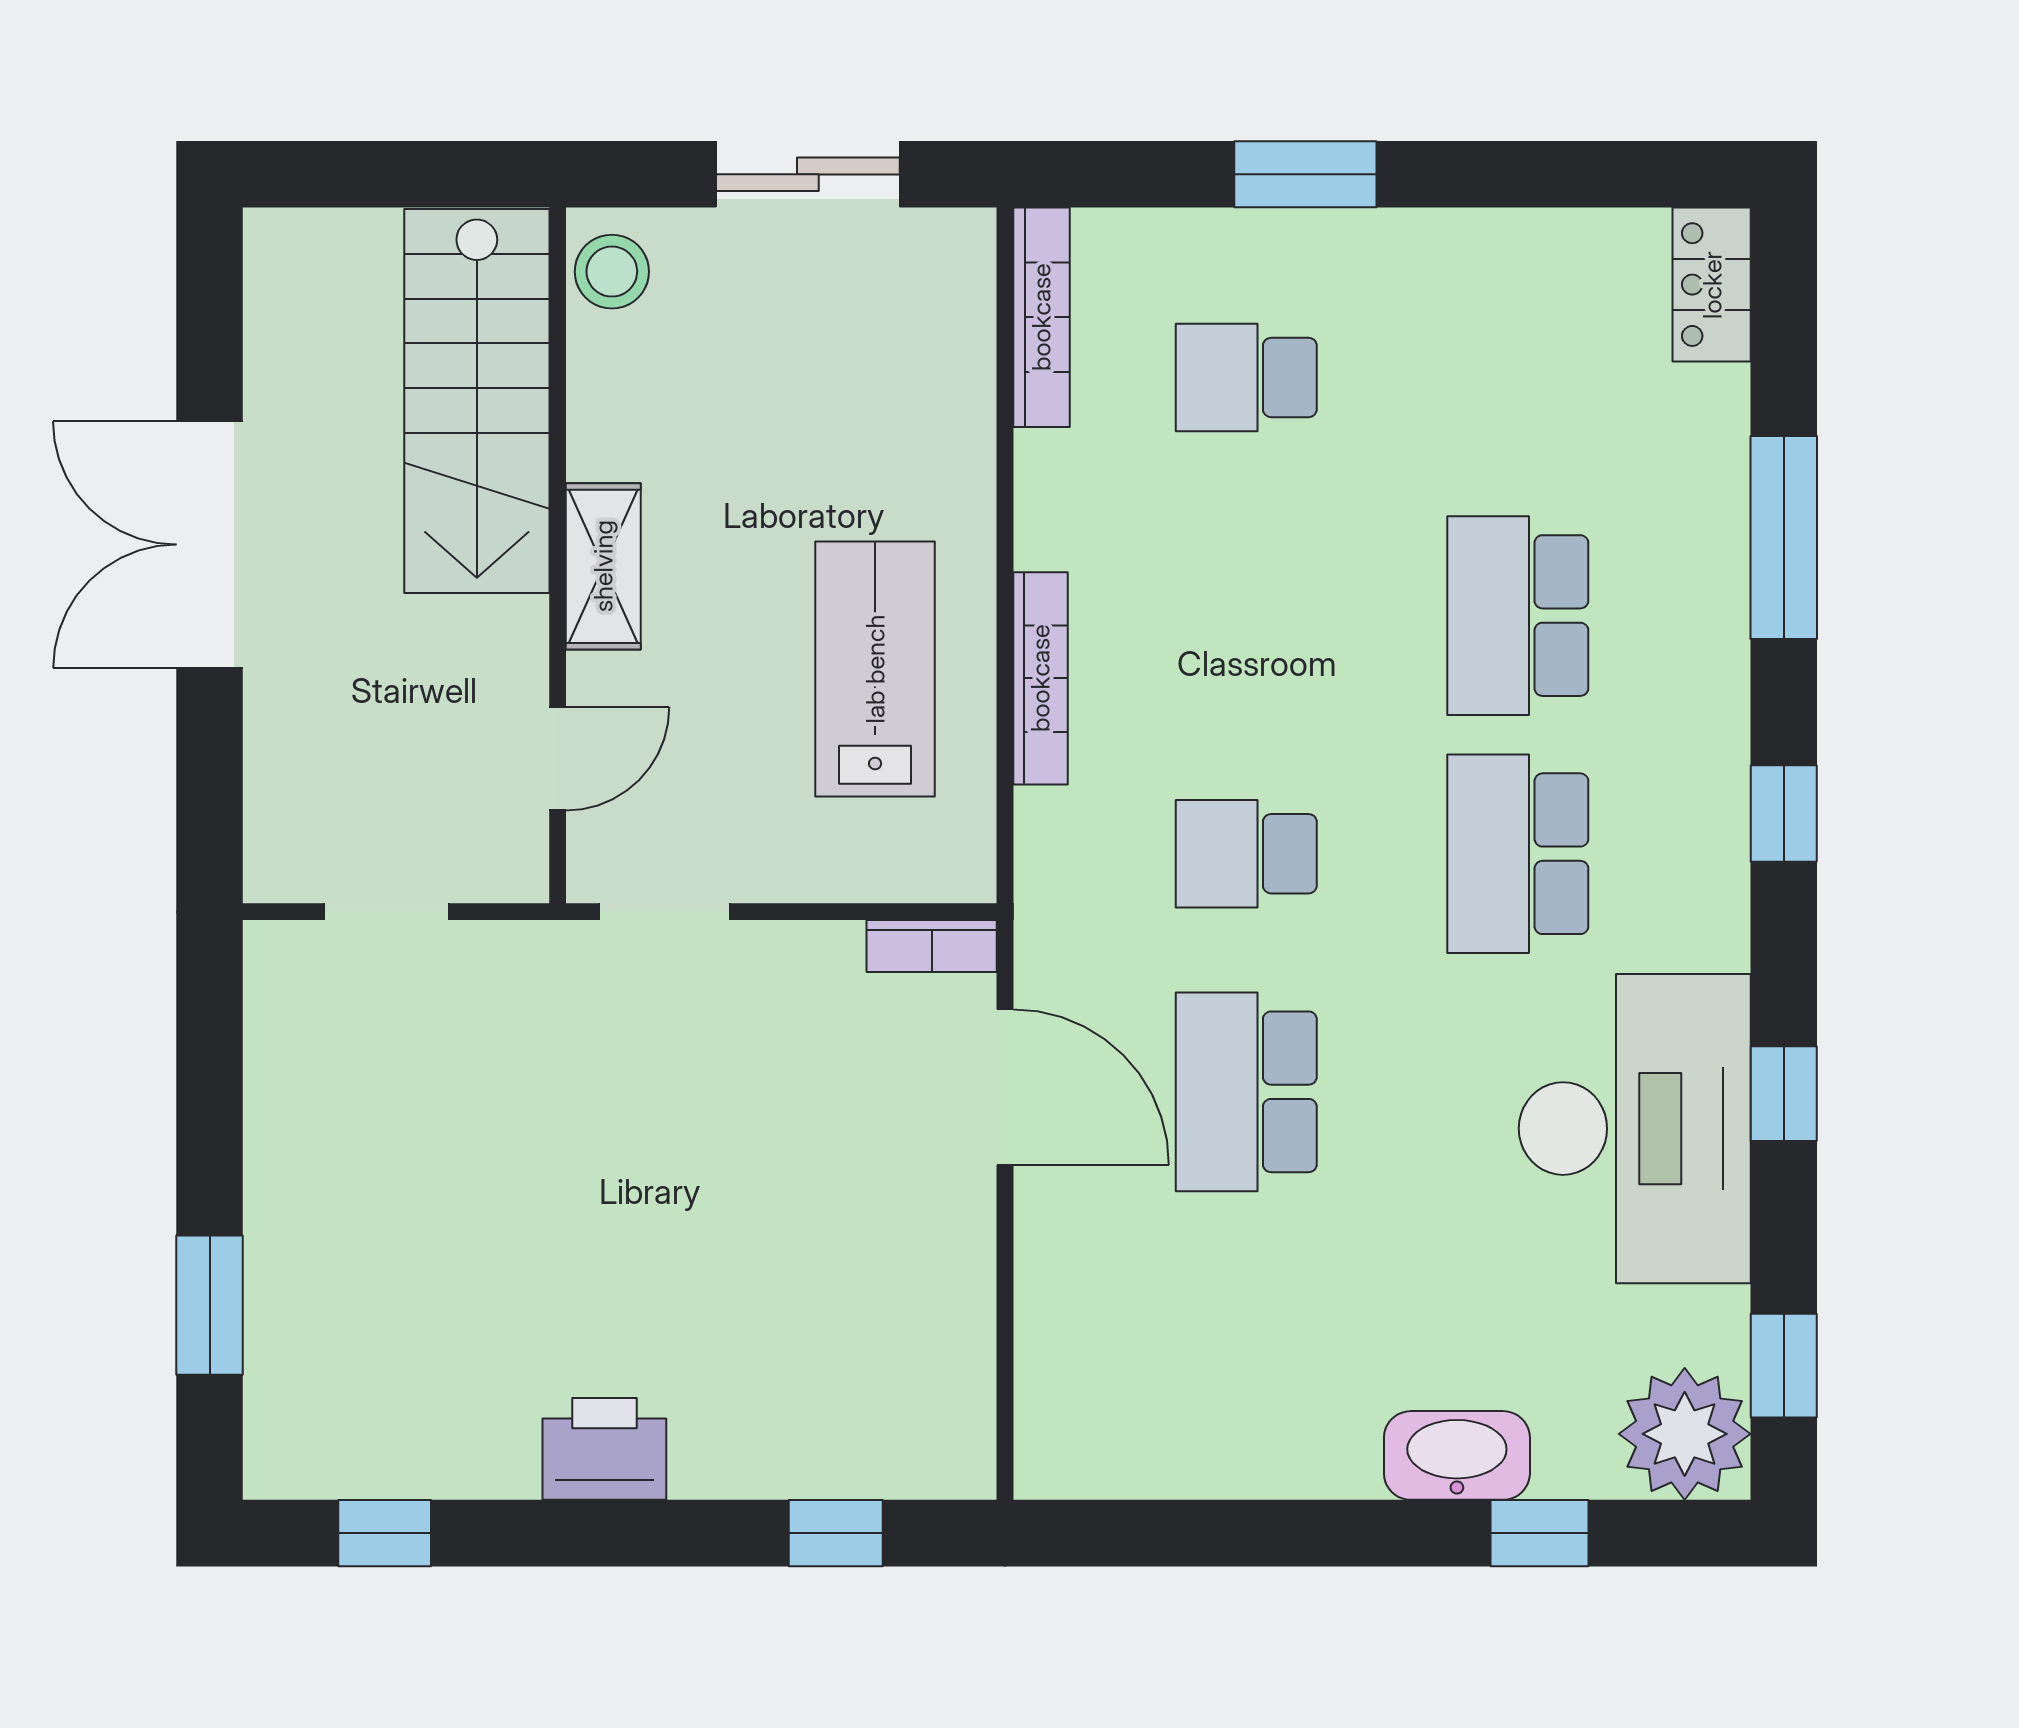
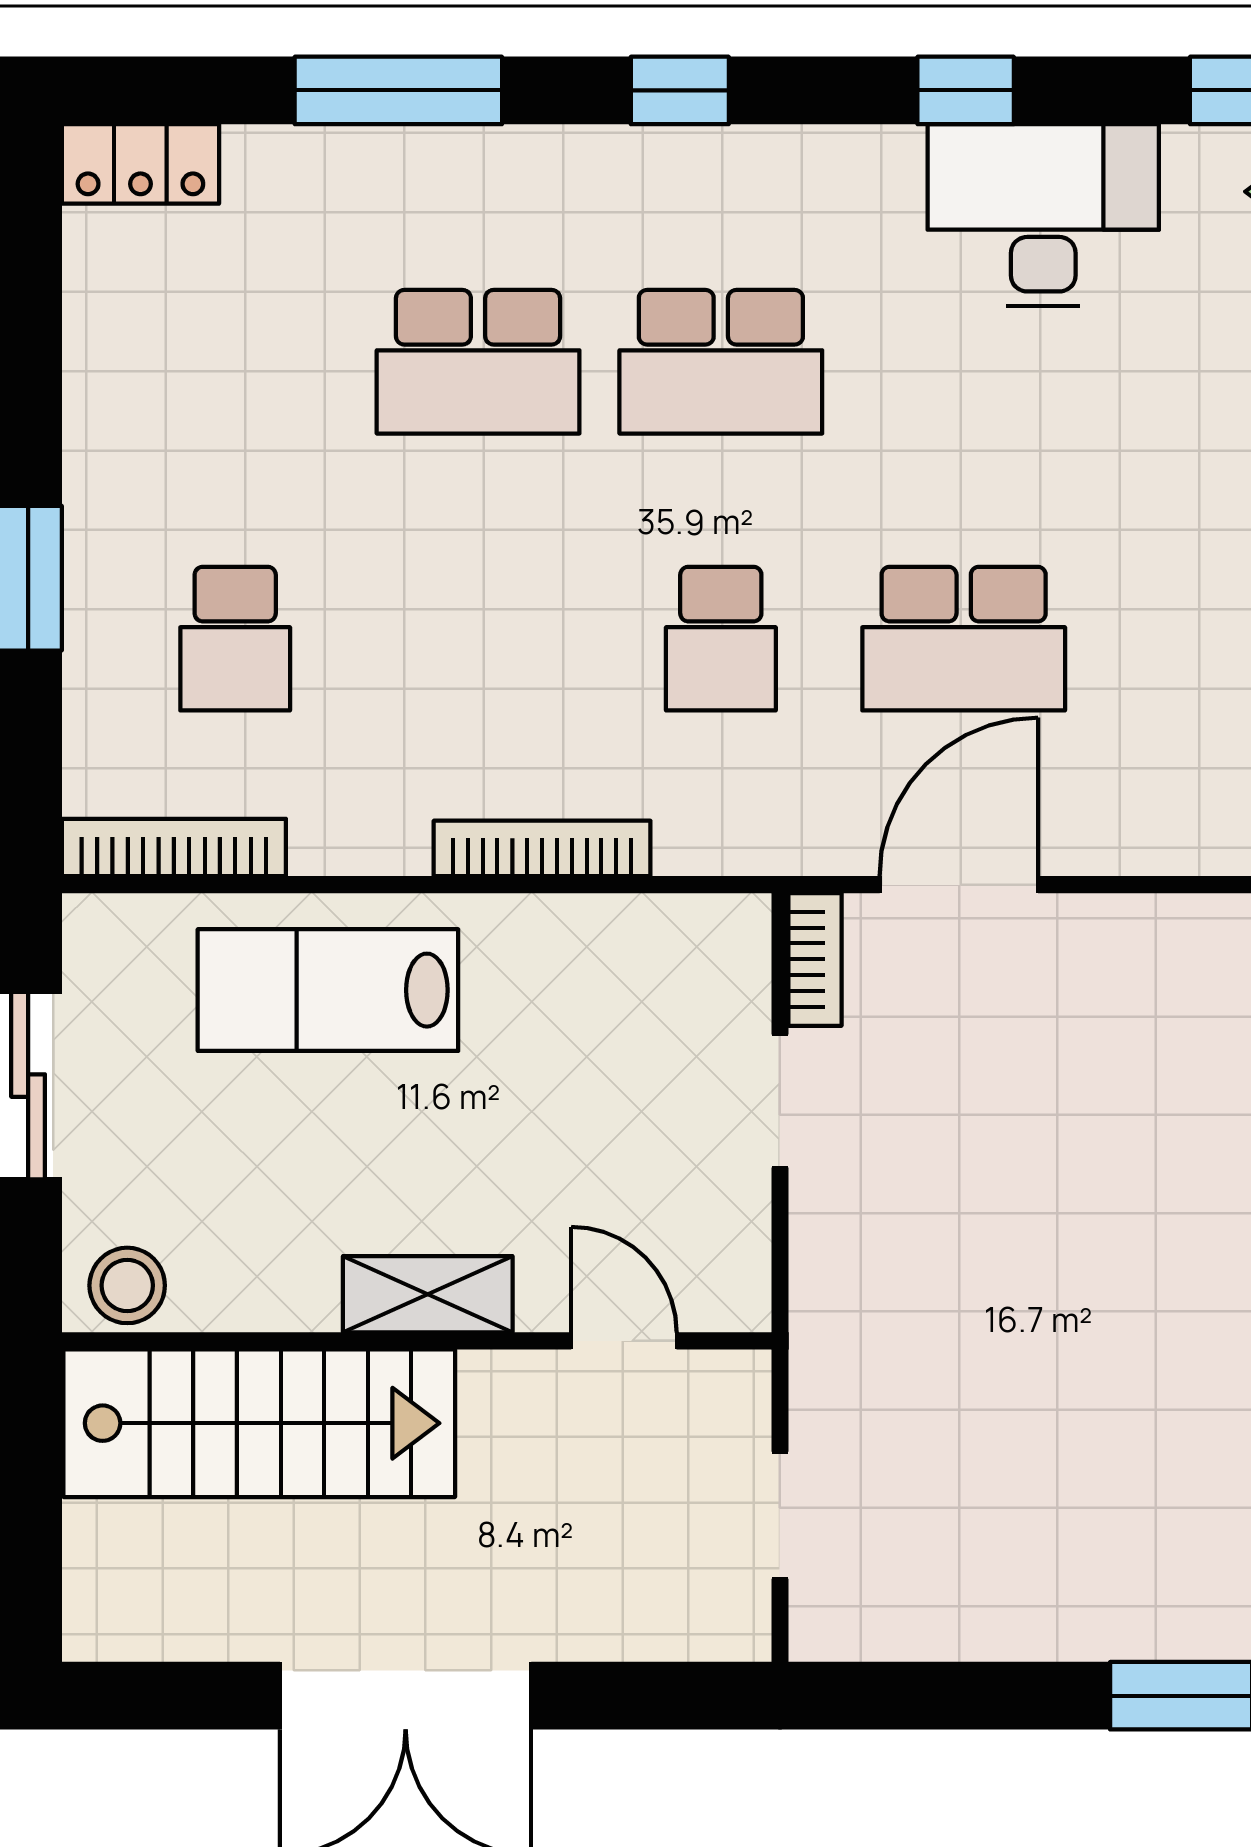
lab bench: (875, 669) -> (328, 990), moved
doorway: (665, 912) -> (780, 1101), moved
desk: (1635, 1129) -> (1043, 215), width x0.73, depth x0.77

